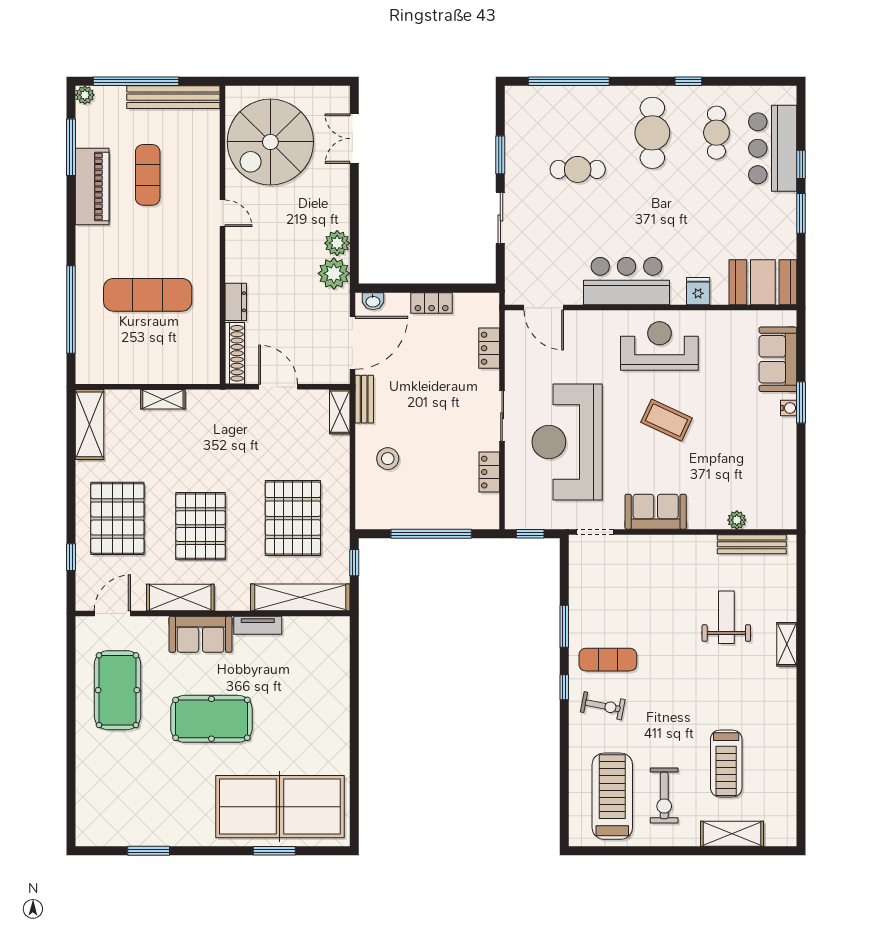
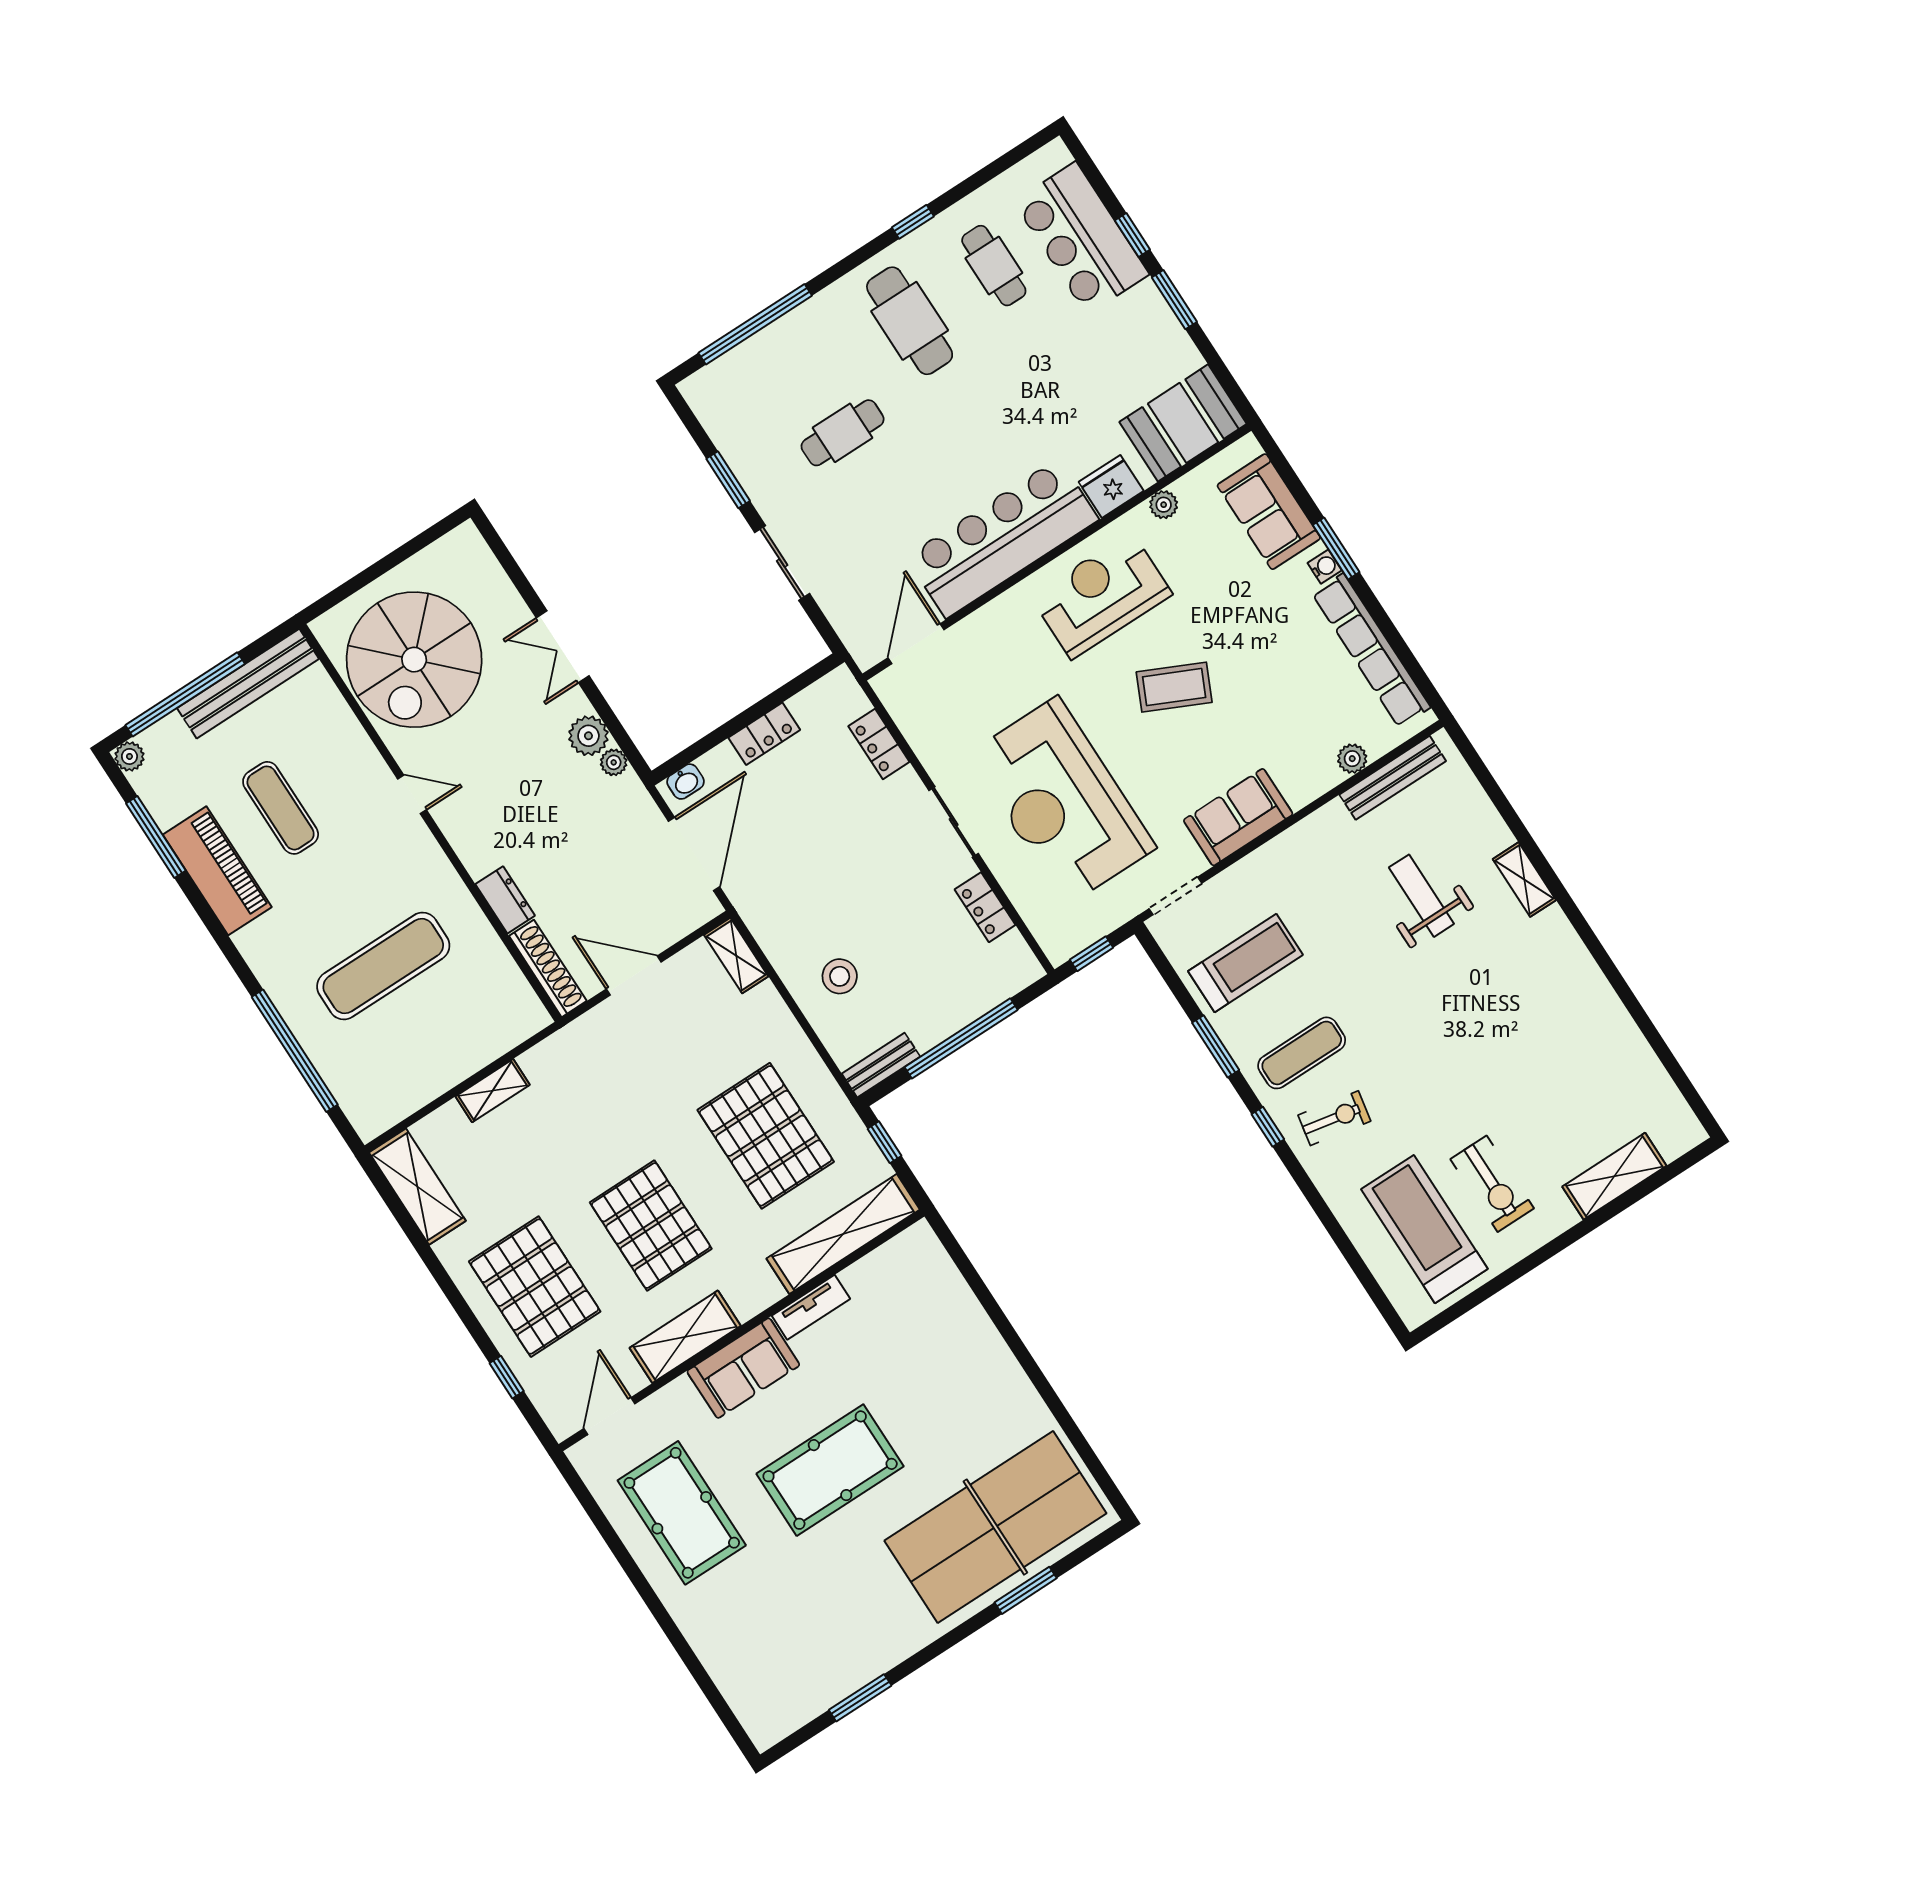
double door: (354, 139) -> (563, 647), moved
plant: (334, 273) -> (614, 762), width x0.53, depth x0.53
bar counter: (626, 281) -> (1002, 538), width x1.36
fridge: (698, 291) -> (1111, 486), width x1.38
door: (544, 308) -> (916, 644), swing flipped
plant: (724, 319) -> (1164, 505), added
bench: (364, 399) -> (881, 1065), moved, turned 90
row of seats: (784, 469) -> (1371, 650), added
treadmill: (726, 764) -> (1245, 963), moved, turned -90

